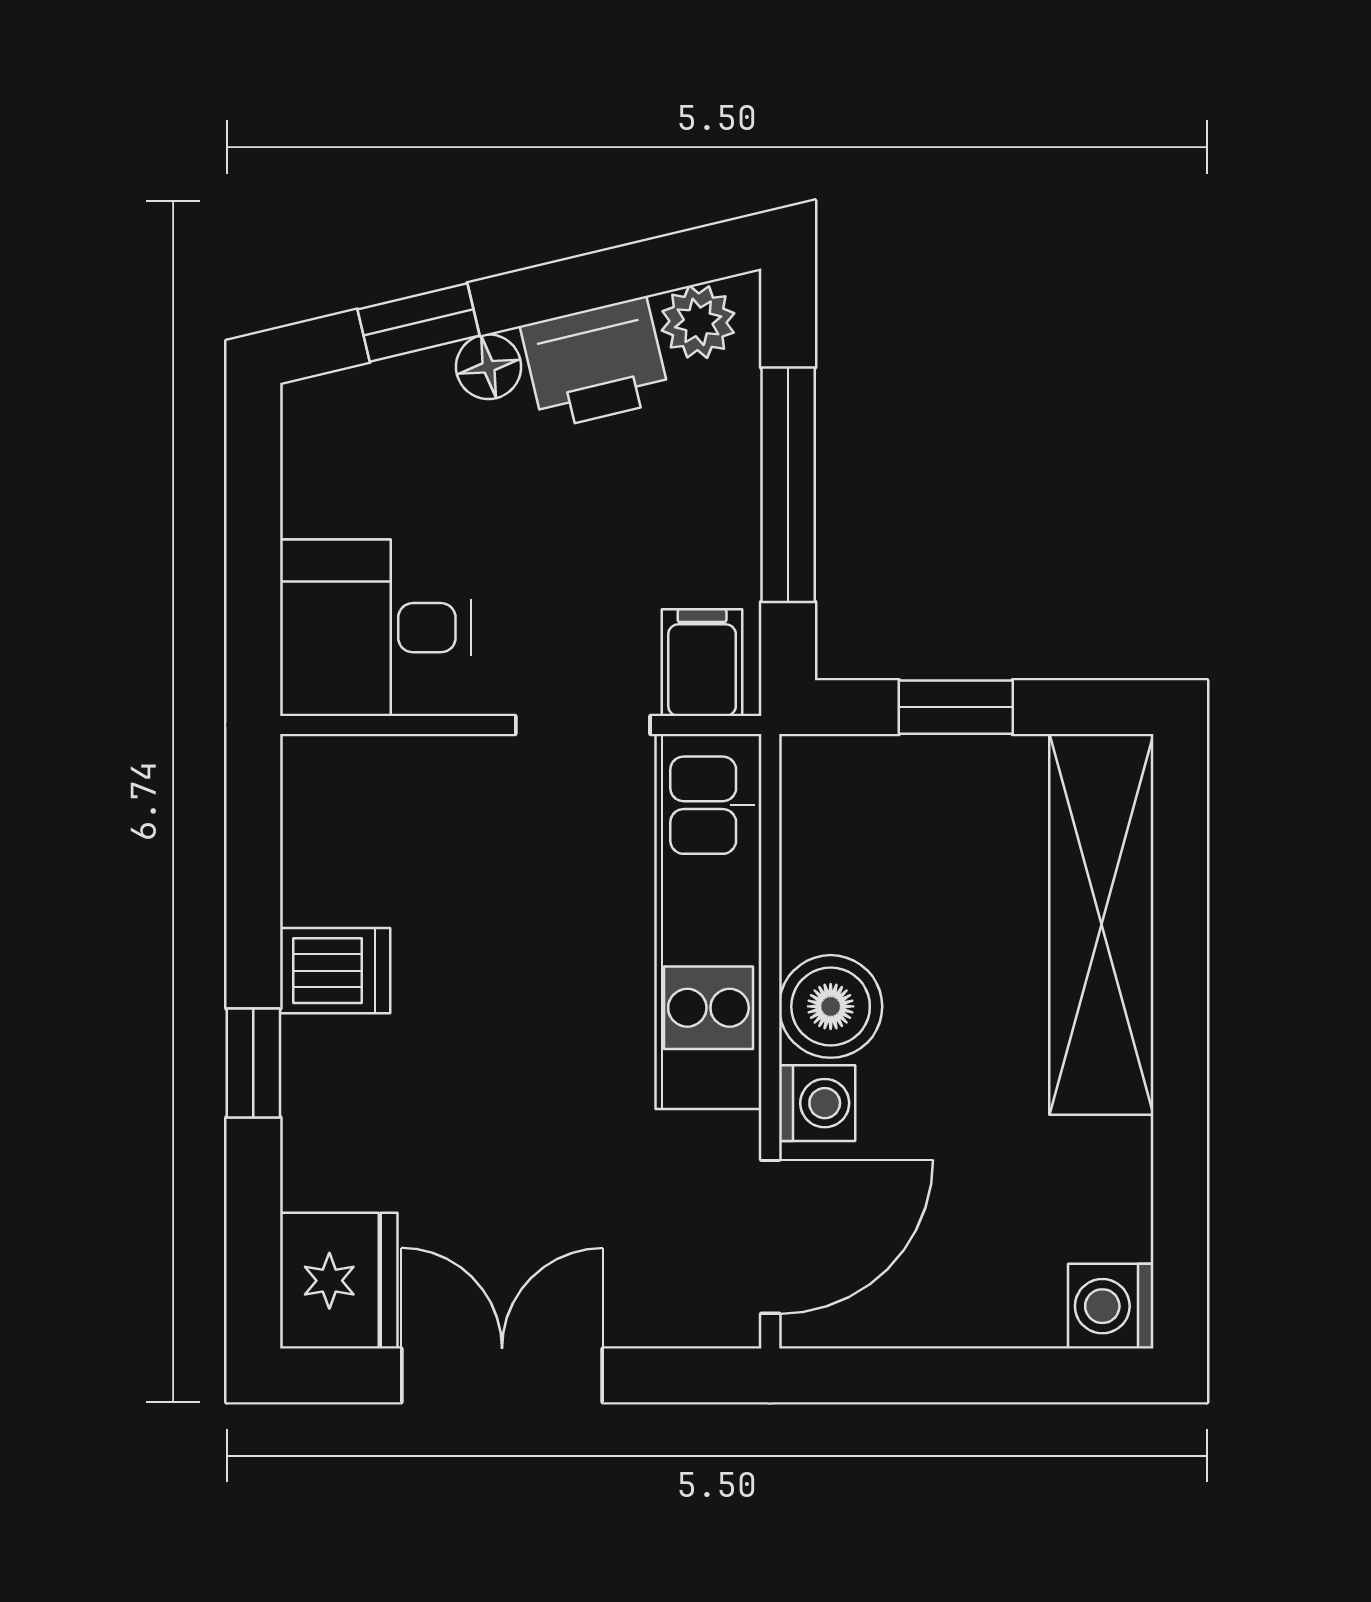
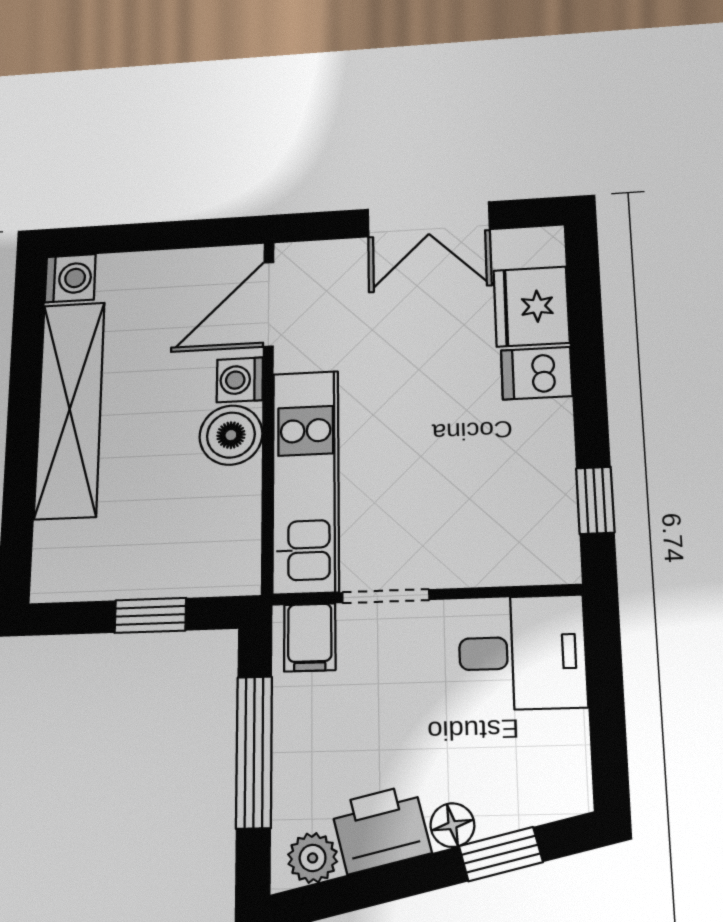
shelving: (1101, 924) -> (70, 409), moved
dishwasher: (335, 971) -> (537, 373), moved
window: (253, 1063) -> (595, 500), moved
fridge: (339, 1281) -> (531, 306), moved

